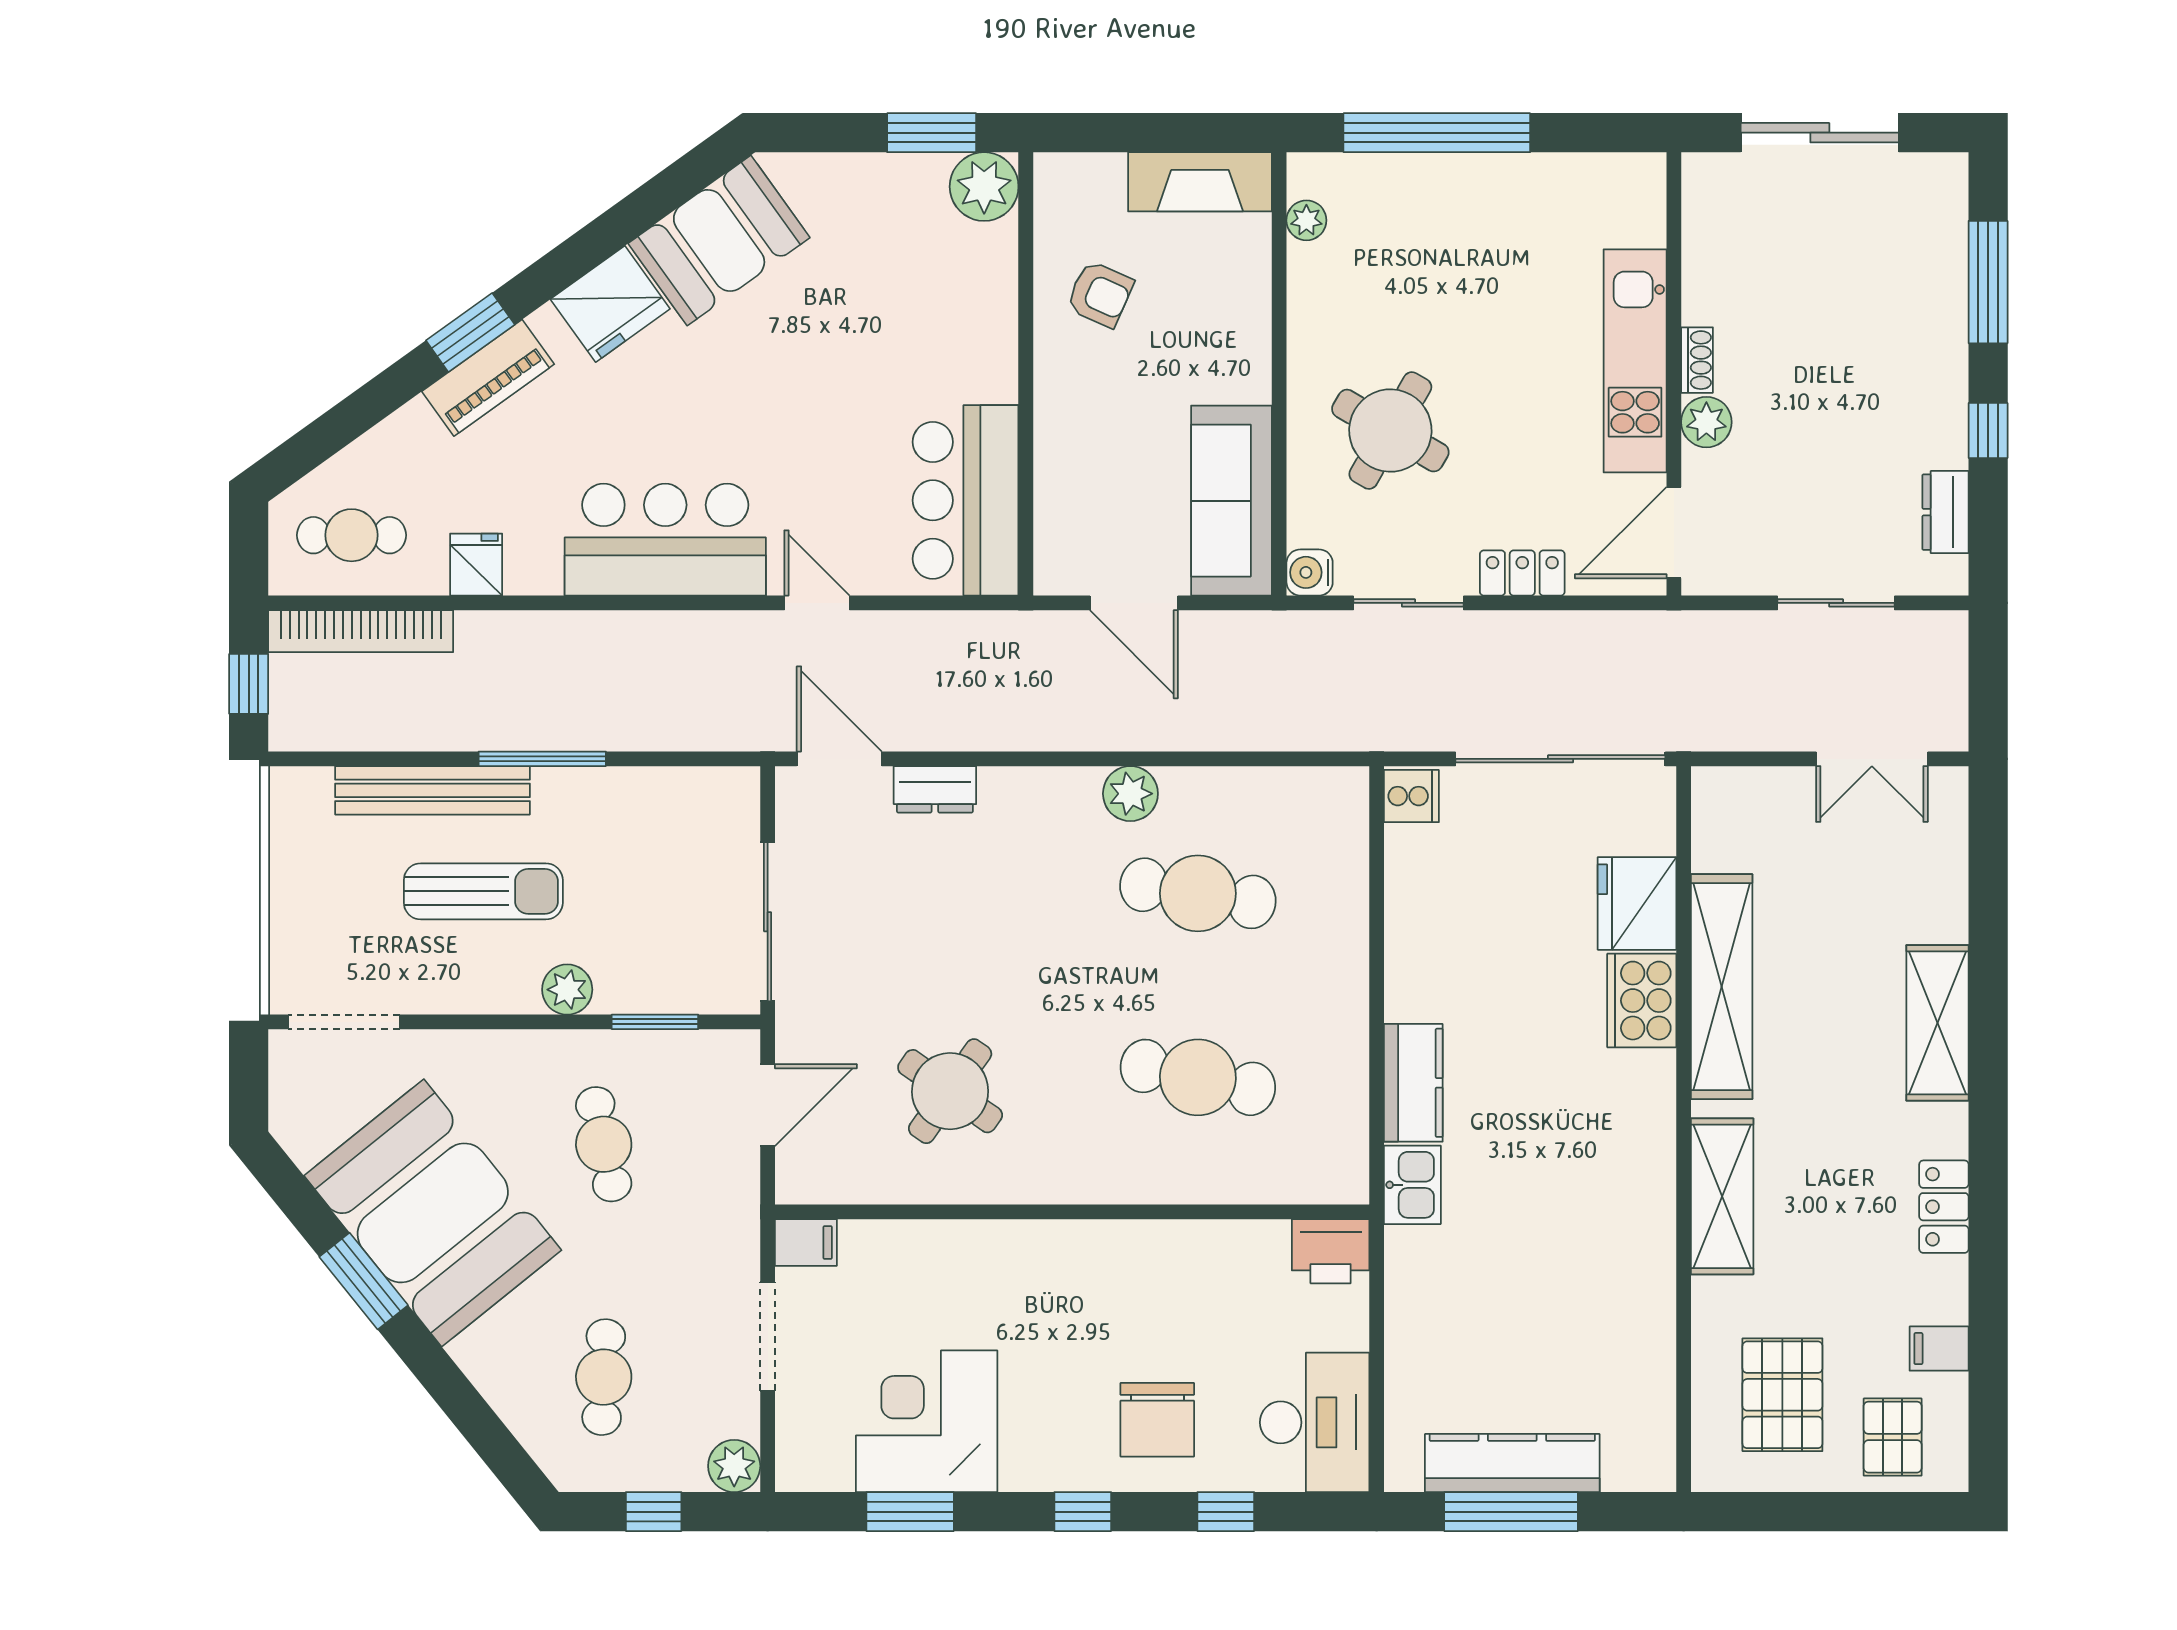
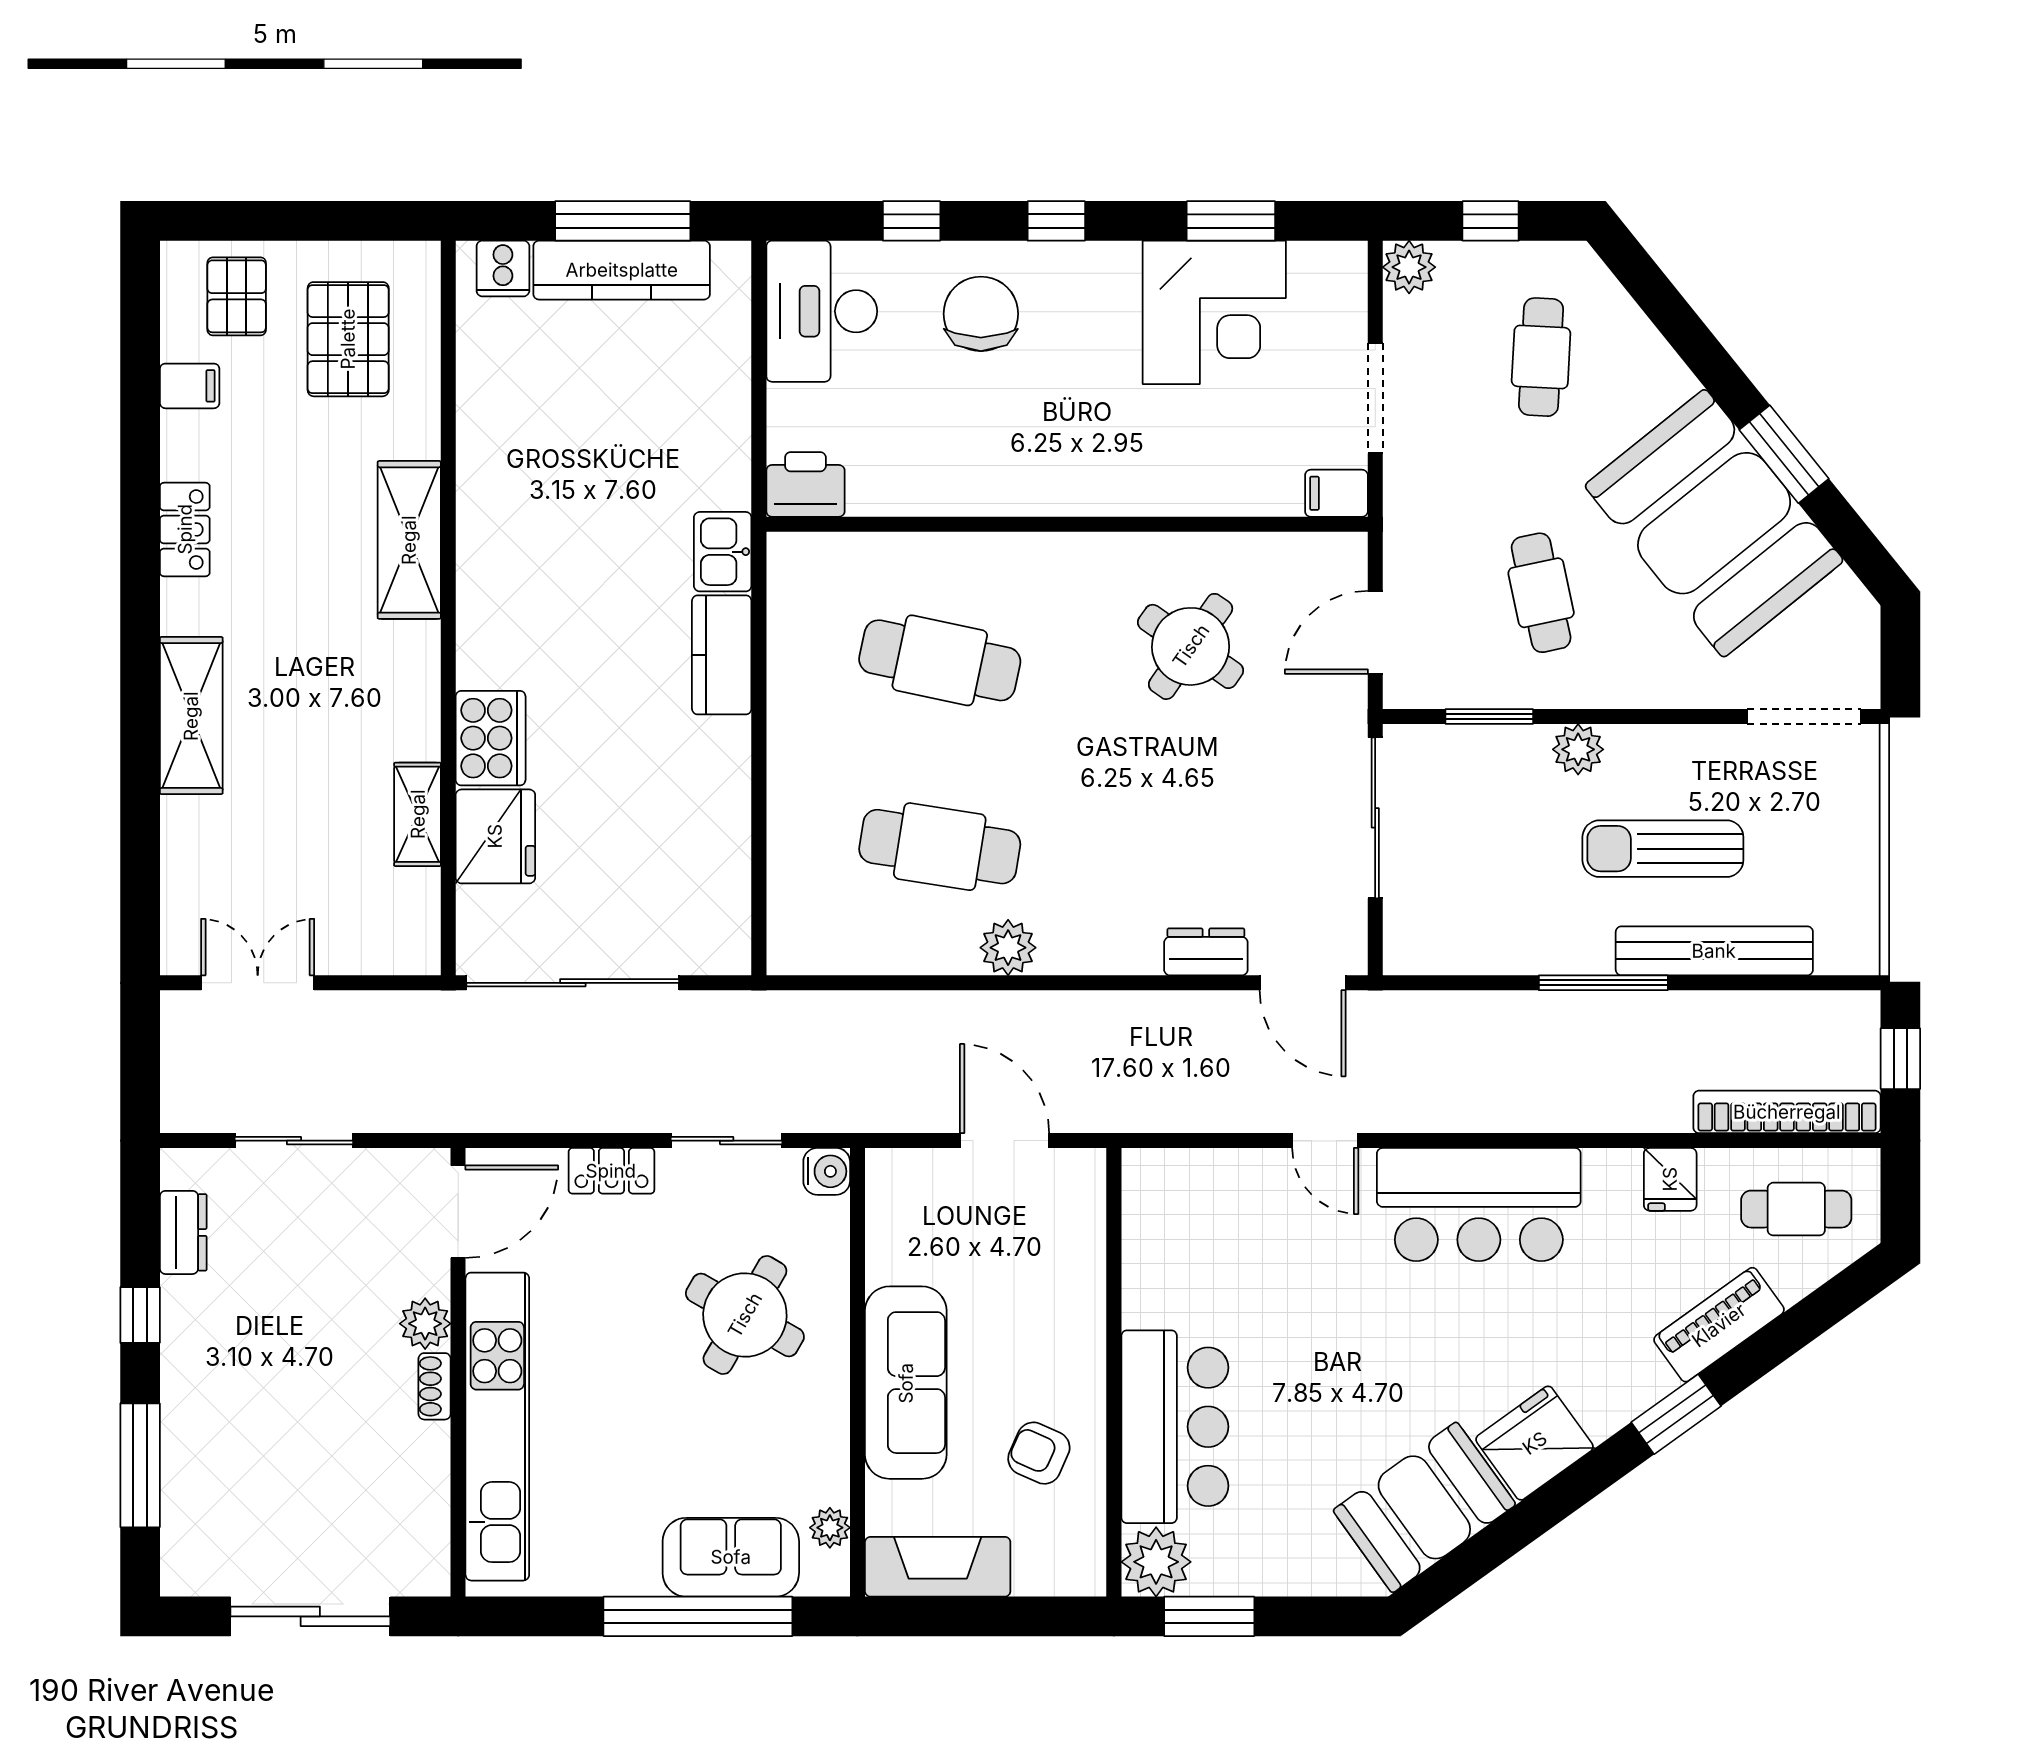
sofa: (1404, 191) -> (731, 1557), added
kitchen unit: (1635, 361) -> (497, 1427), width x1.36
piano: (488, 378) -> (1719, 1325), moved
bar counter: (966, 500) -> (1175, 1427), moved
sofa: (1231, 501) -> (906, 1383), moved
cooker: (1411, 796) -> (503, 269), moved, turned -90
shelving: (1722, 987) -> (418, 814), width x0.45, depth x0.75

